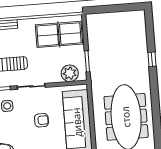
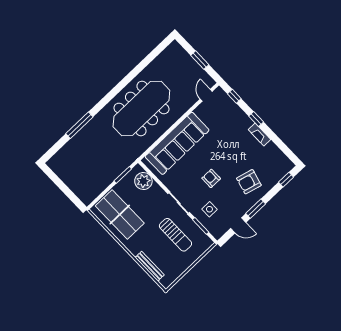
window: (152, 59) -> (79, 125), width x2.17
armchair: (41, 120) -> (211, 178), moved

